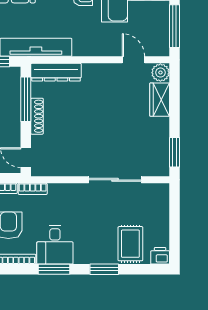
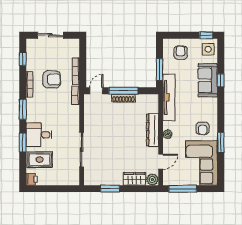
plant: (92, 49) -> (168, 134), added
dresser: (56, 72) -> (153, 130), moved
window: (26, 99) -> (123, 91), moved
window: (174, 152) -> (110, 189), moved
desk: (55, 245) -> (39, 135), moved

